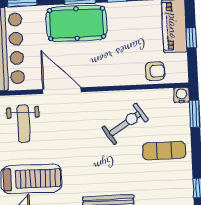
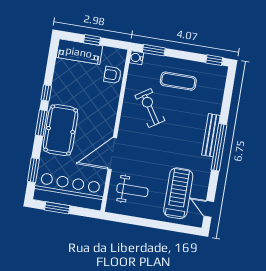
armchair: (155, 71) -> (113, 75), turned -90
exercise mat: (164, 151) -> (178, 81), turned 90

